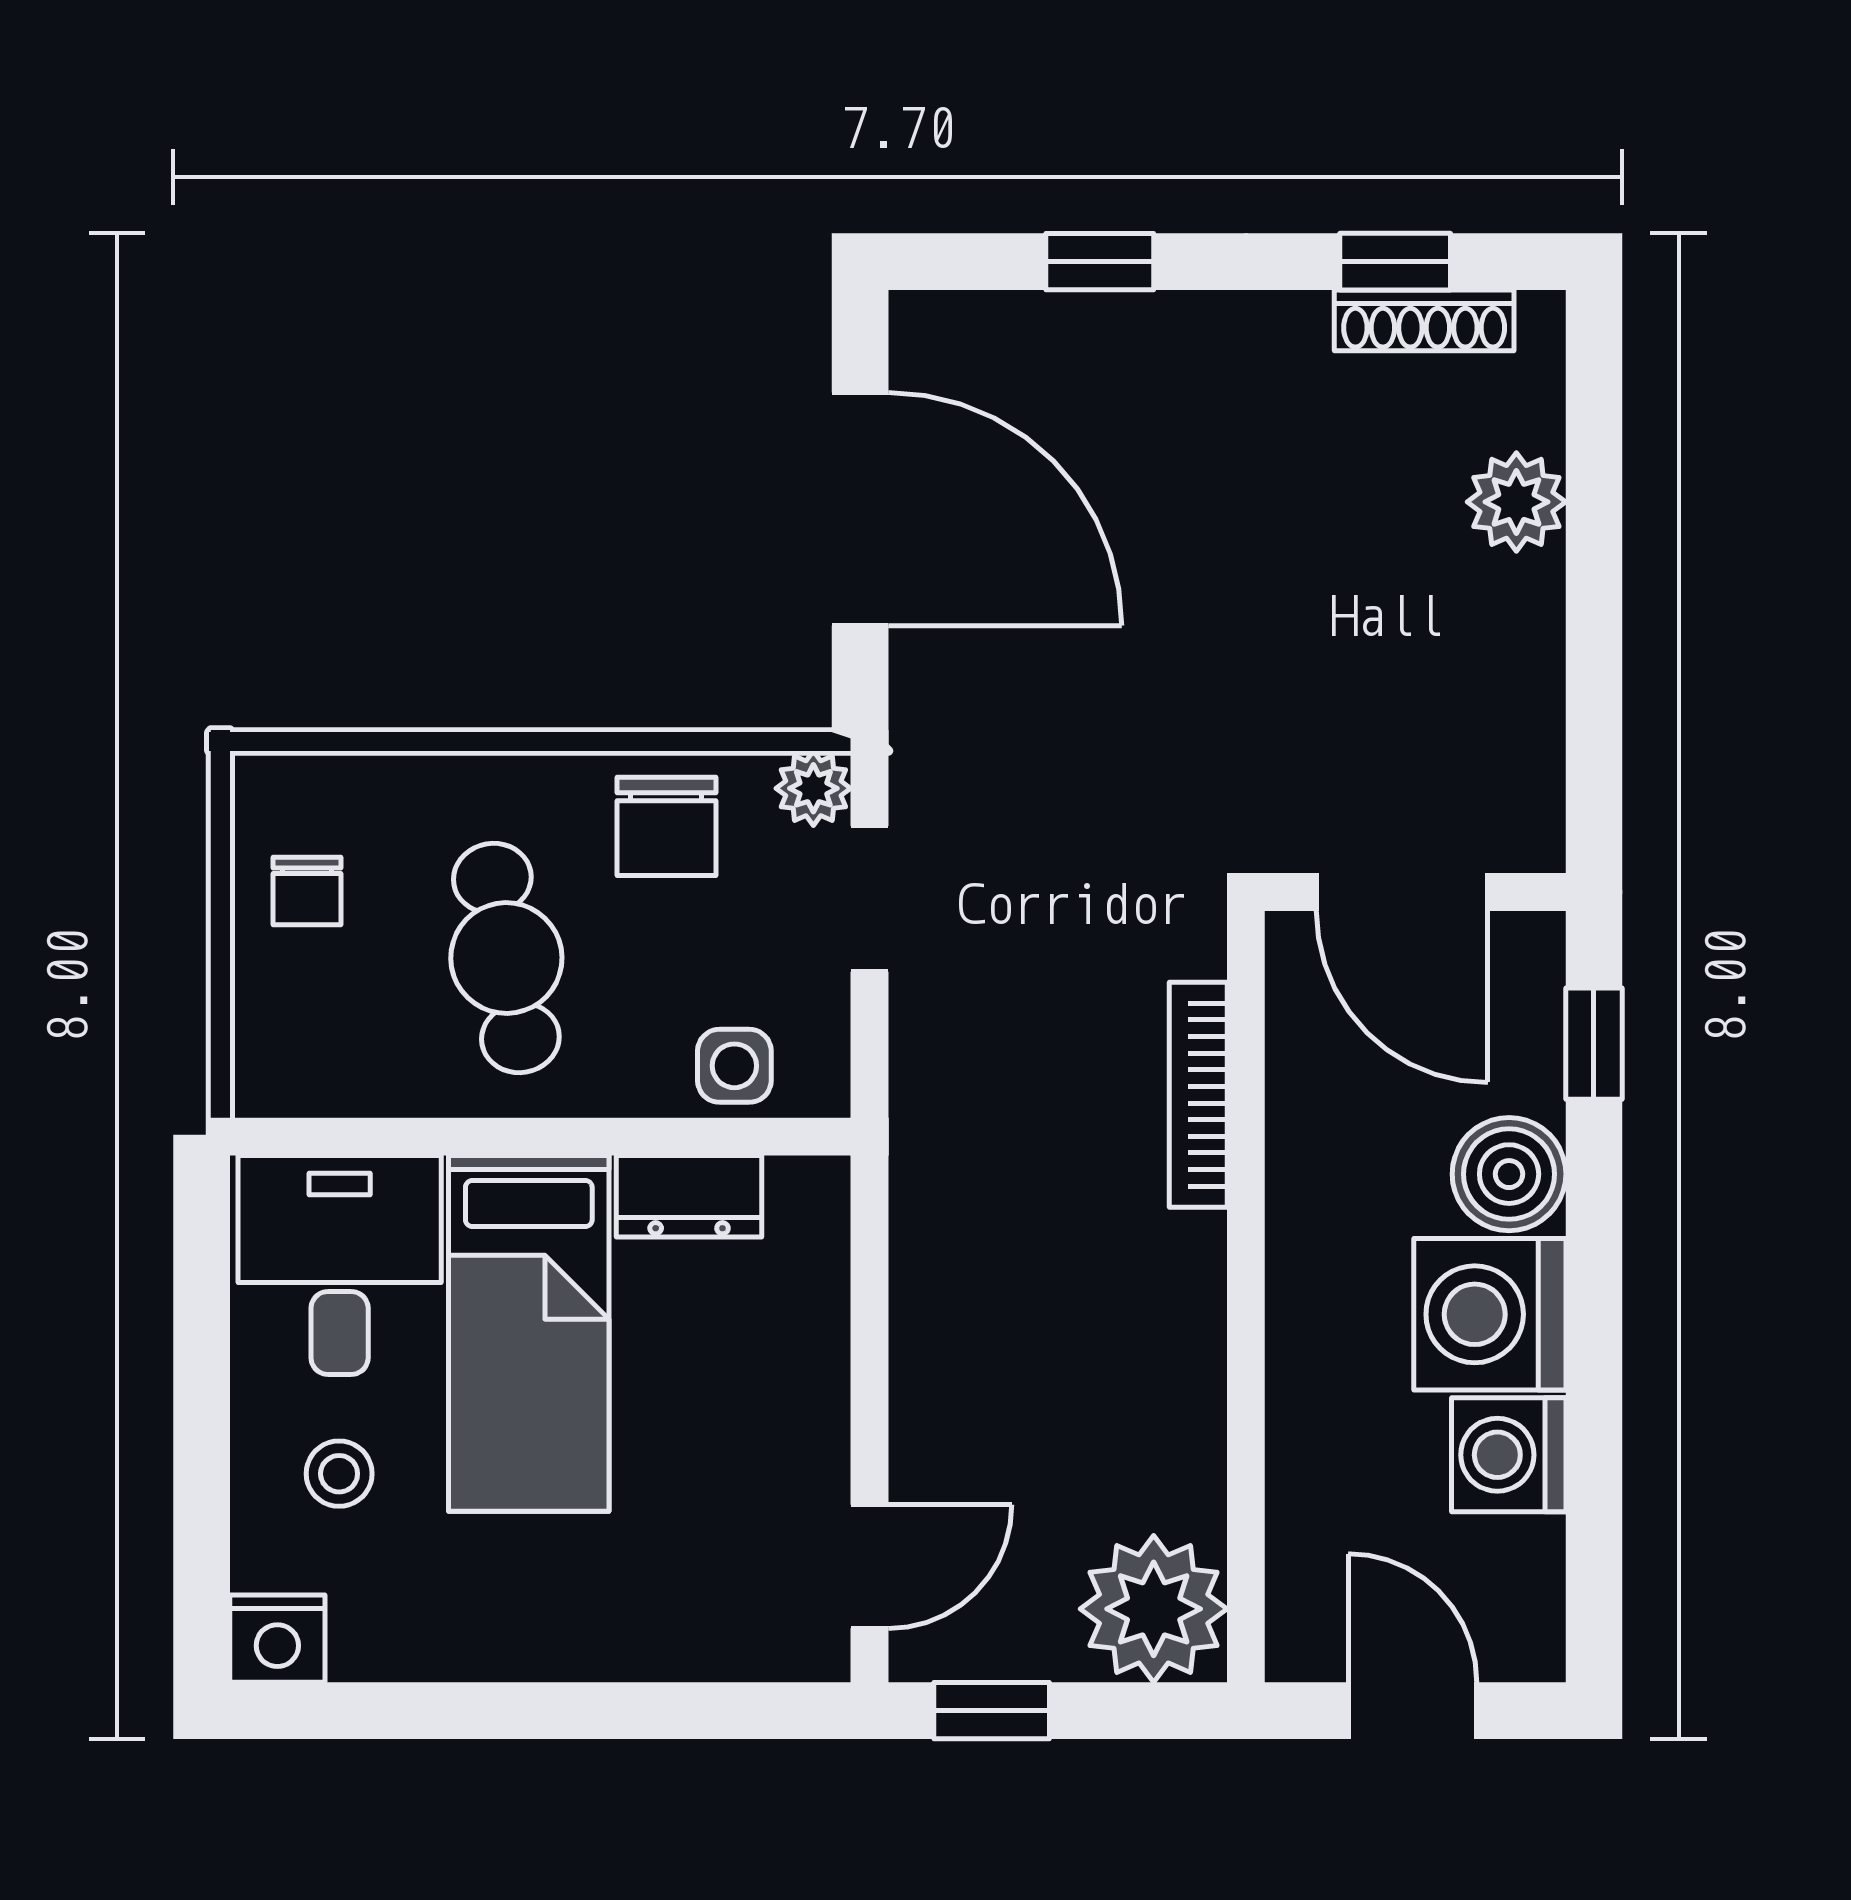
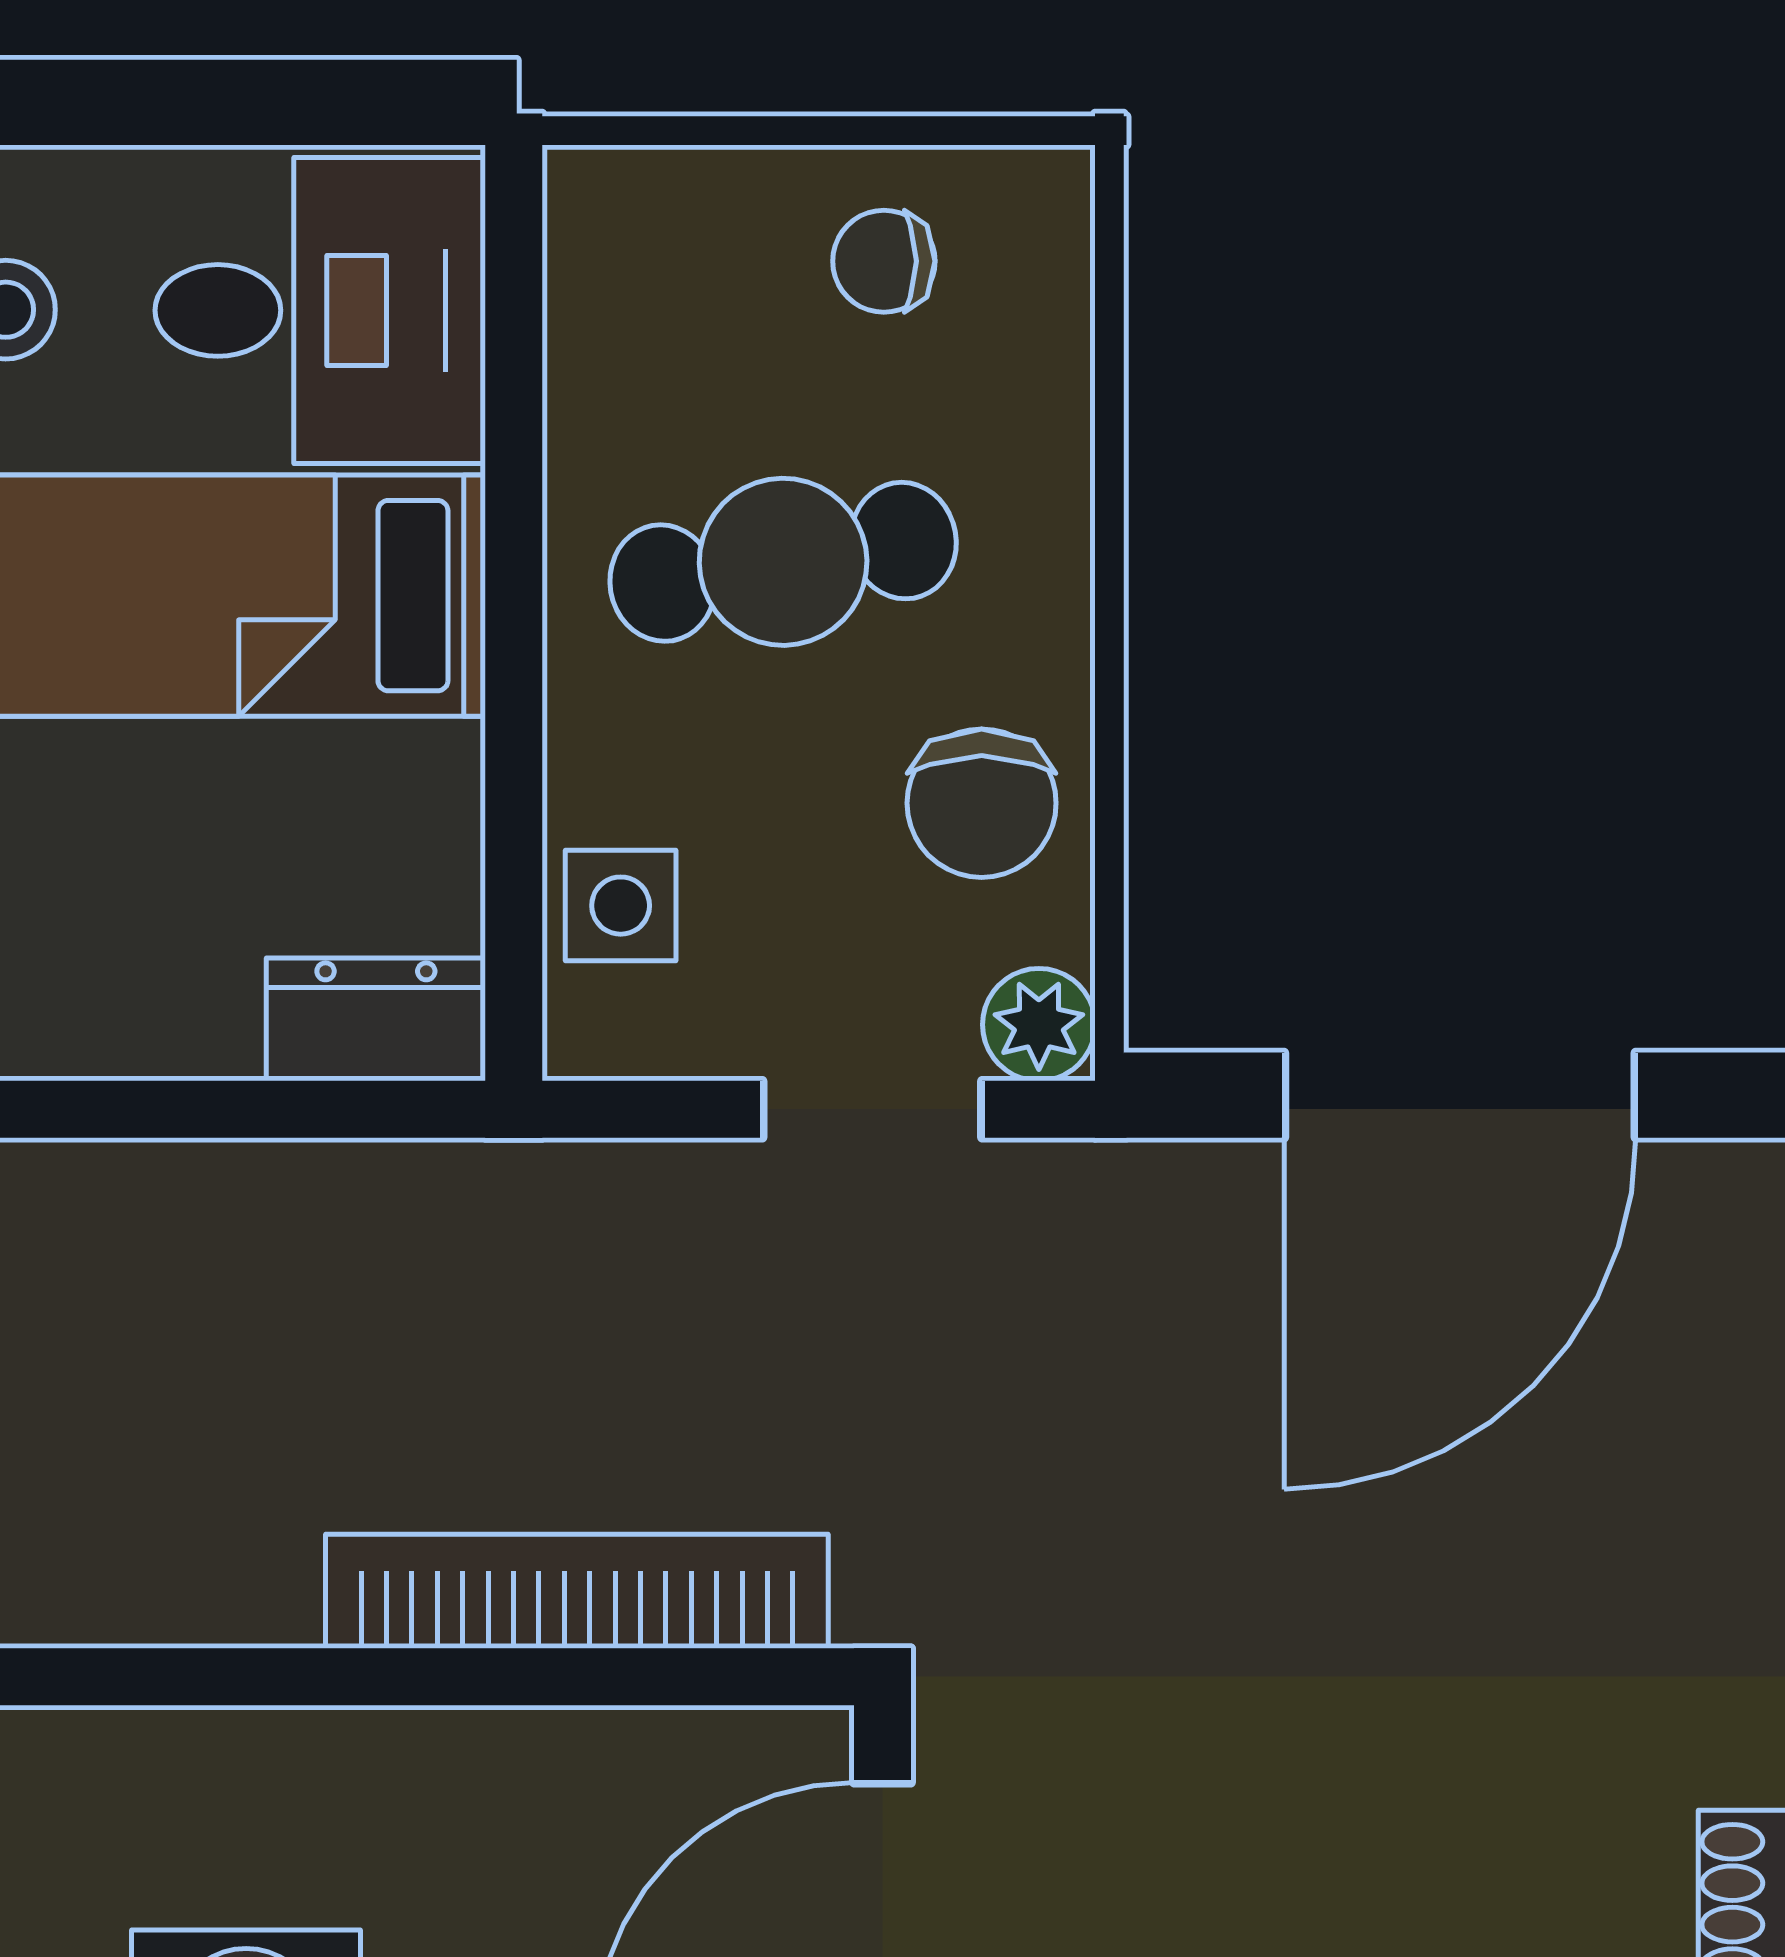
chair: (666, 826) -> (982, 803), turned -90
bookcase: (1198, 1095) -> (577, 1591), width x1.48, depth x1.31
dresser: (689, 1196) -> (376, 1019), moved, turned 90

